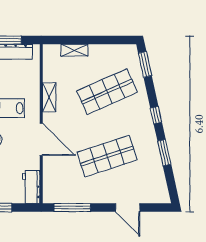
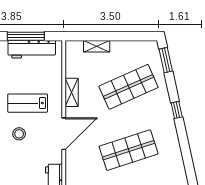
door: (41, 139) -> (64, 134), hinge flipped
window: (164, 153) -> (185, 147), removed

